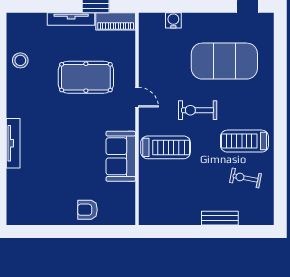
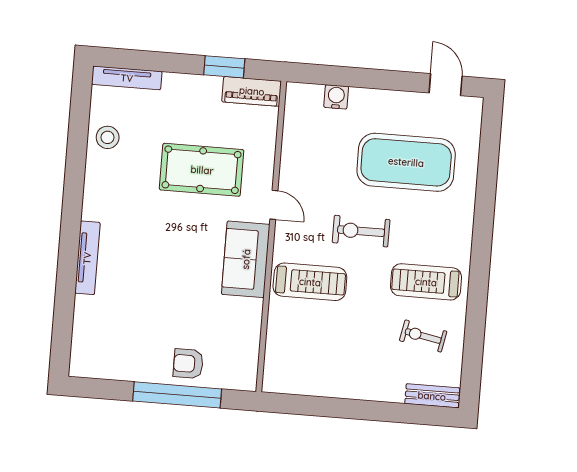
tv unit: (71, 19) -> (127, 78), moved
sofa: (121, 156) -> (246, 259), moved
bench: (220, 218) -> (432, 396), moved
window: (82, 232) -> (177, 395), added

